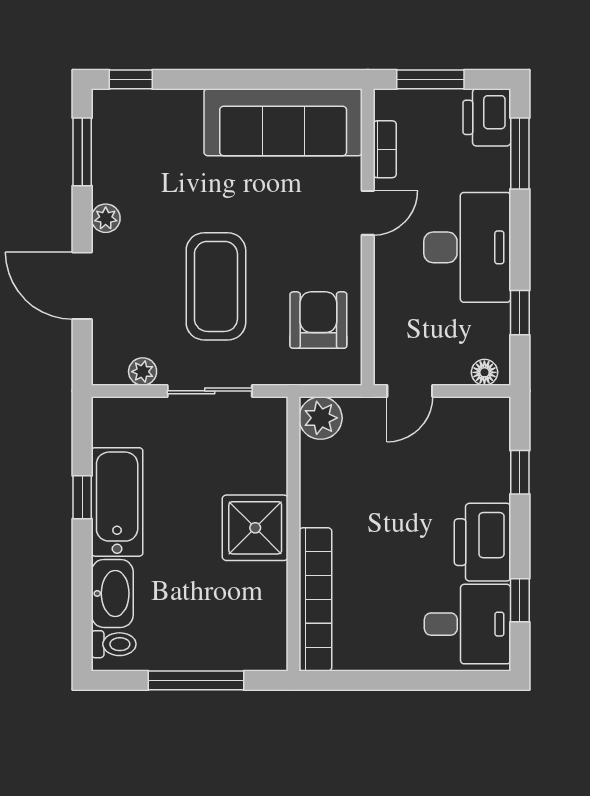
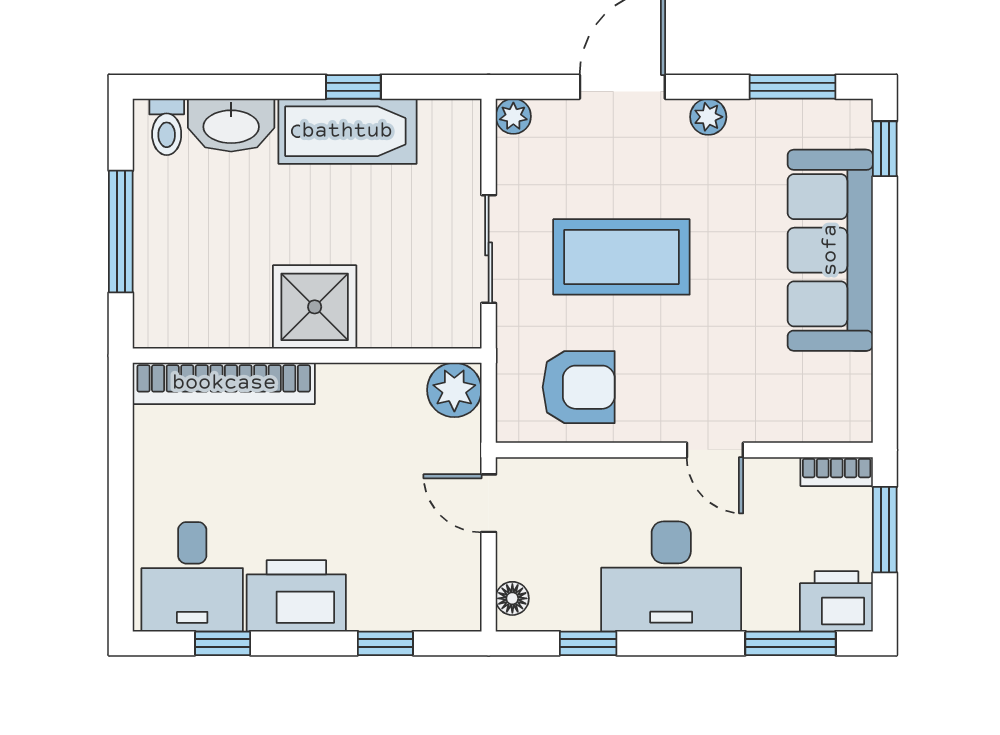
sofa: (283, 122) -> (830, 250), moved
bookcase: (385, 149) -> (837, 472), moved
plant: (143, 372) -> (513, 116), moved

